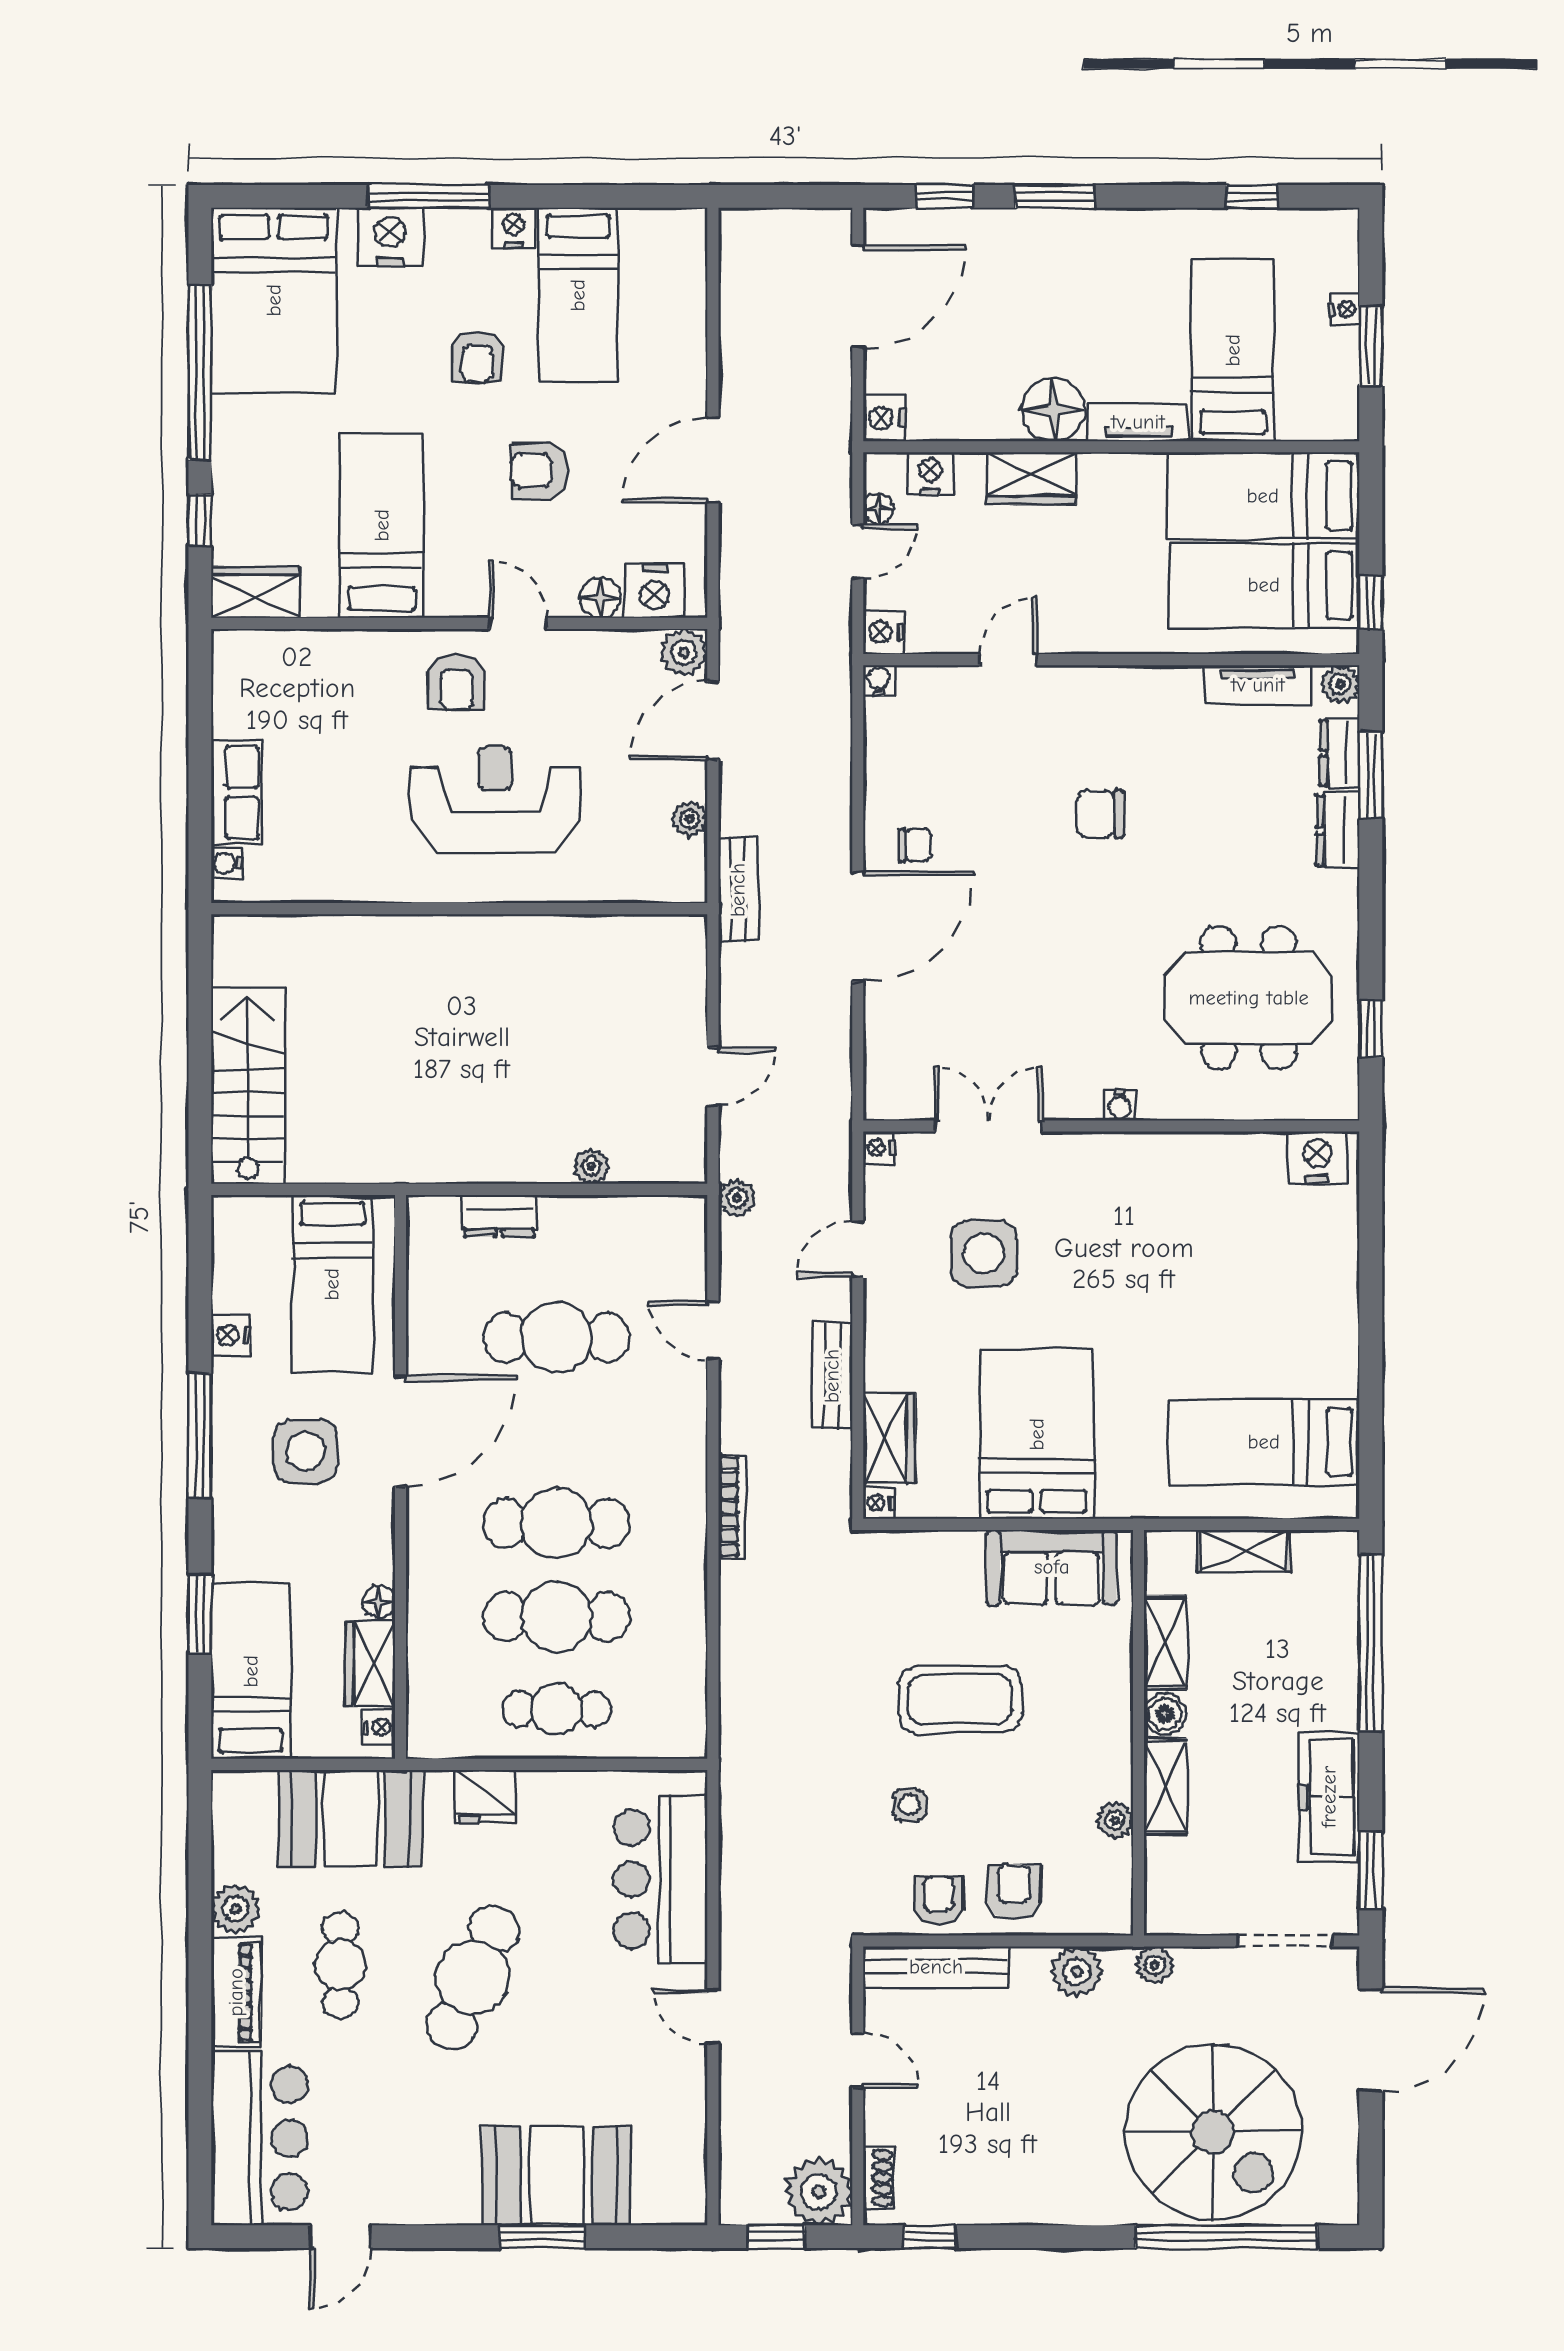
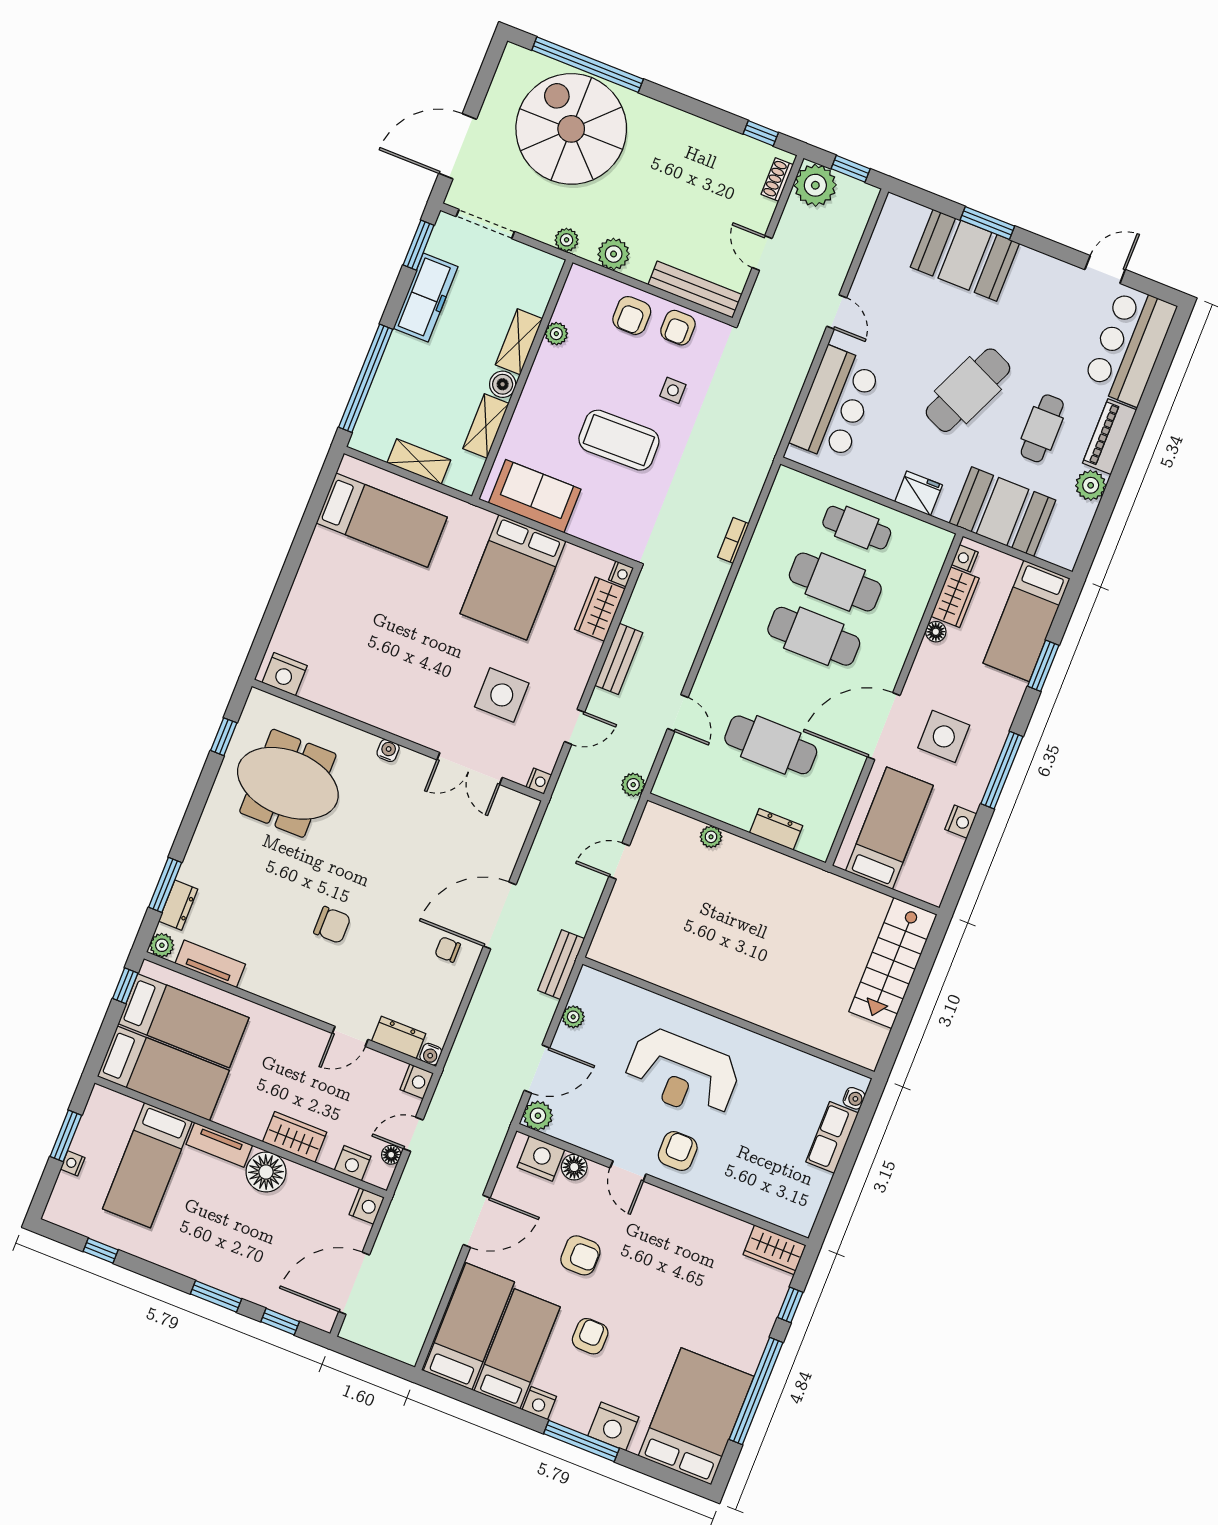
bed: (382, 525) -> (469, 1326), moved, turned 180
dresser: (1338, 830) -> (399, 1037), moved, turned -90
bookcase: (732, 1507) -> (733, 540), moved, width x0.64

